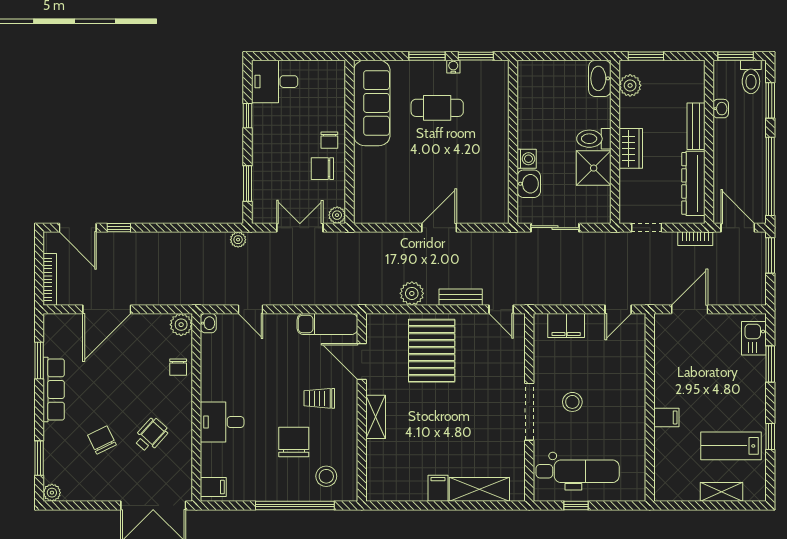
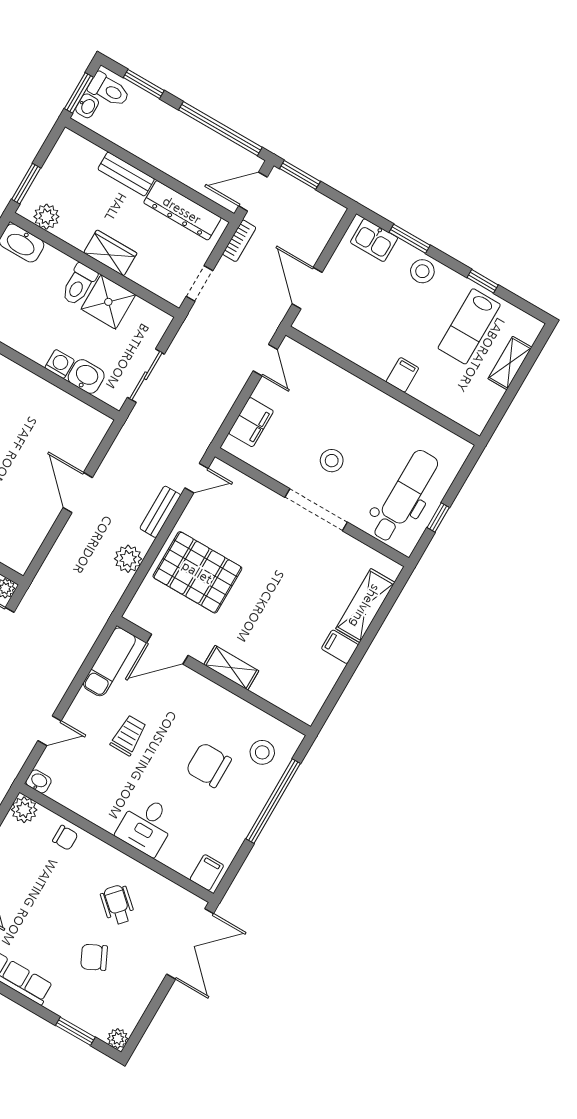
washbasin: (721, 109) -> (87, 106), moved, turned 90
stool: (752, 387) -> (422, 271), added
trolley: (319, 398) -> (128, 735), moved, turned 180

